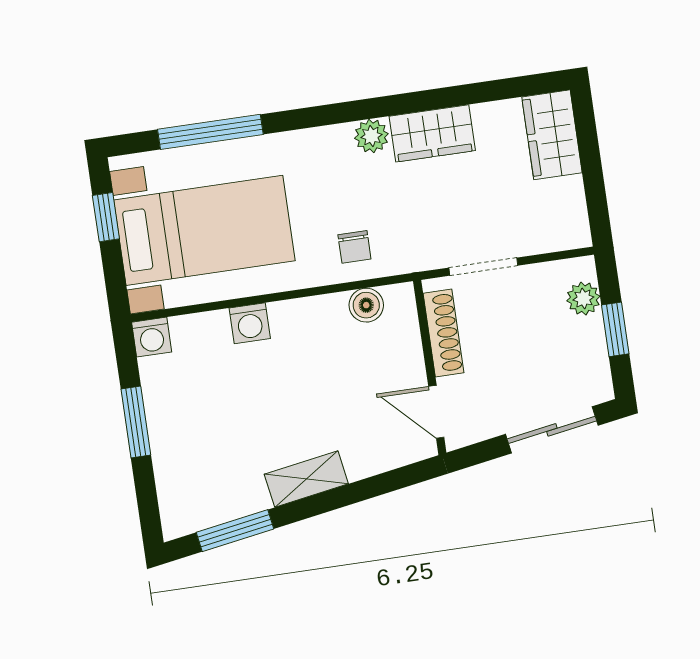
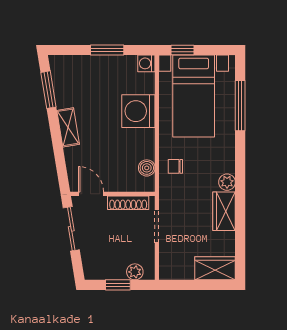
window: (106, 217) -> (182, 50), moved
washing machine: (250, 323) -> (138, 111), width x1.89, depth x1.89
door: (436, 412) -> (91, 194), hinge flipped
sliding door: (552, 430) -> (71, 229), moved

